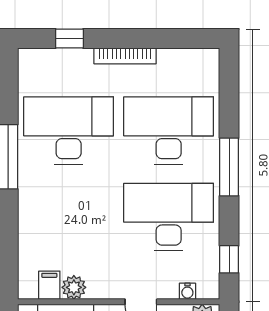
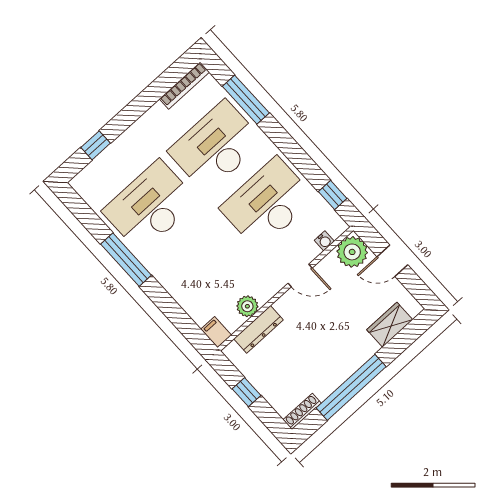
bookcase: (125, 56) -> (184, 86), moved
window: (229, 167) -> (246, 100), moved
filing cabinet: (49, 285) -> (216, 332), moved

